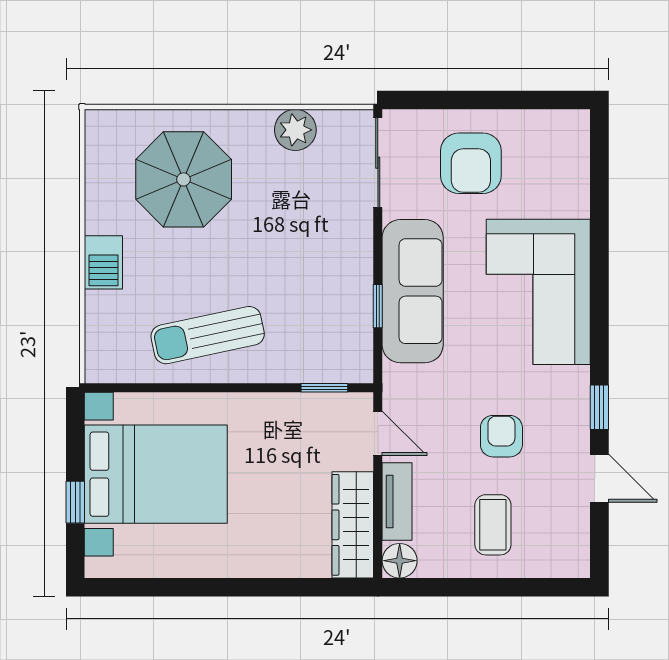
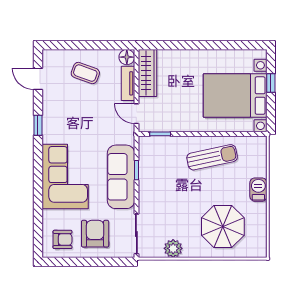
armchair: (501, 436) -> (63, 239), moved, turned -90
door: (599, 478) -> (38, 79), moved
coffee table: (493, 525) -> (85, 73), turned -70

